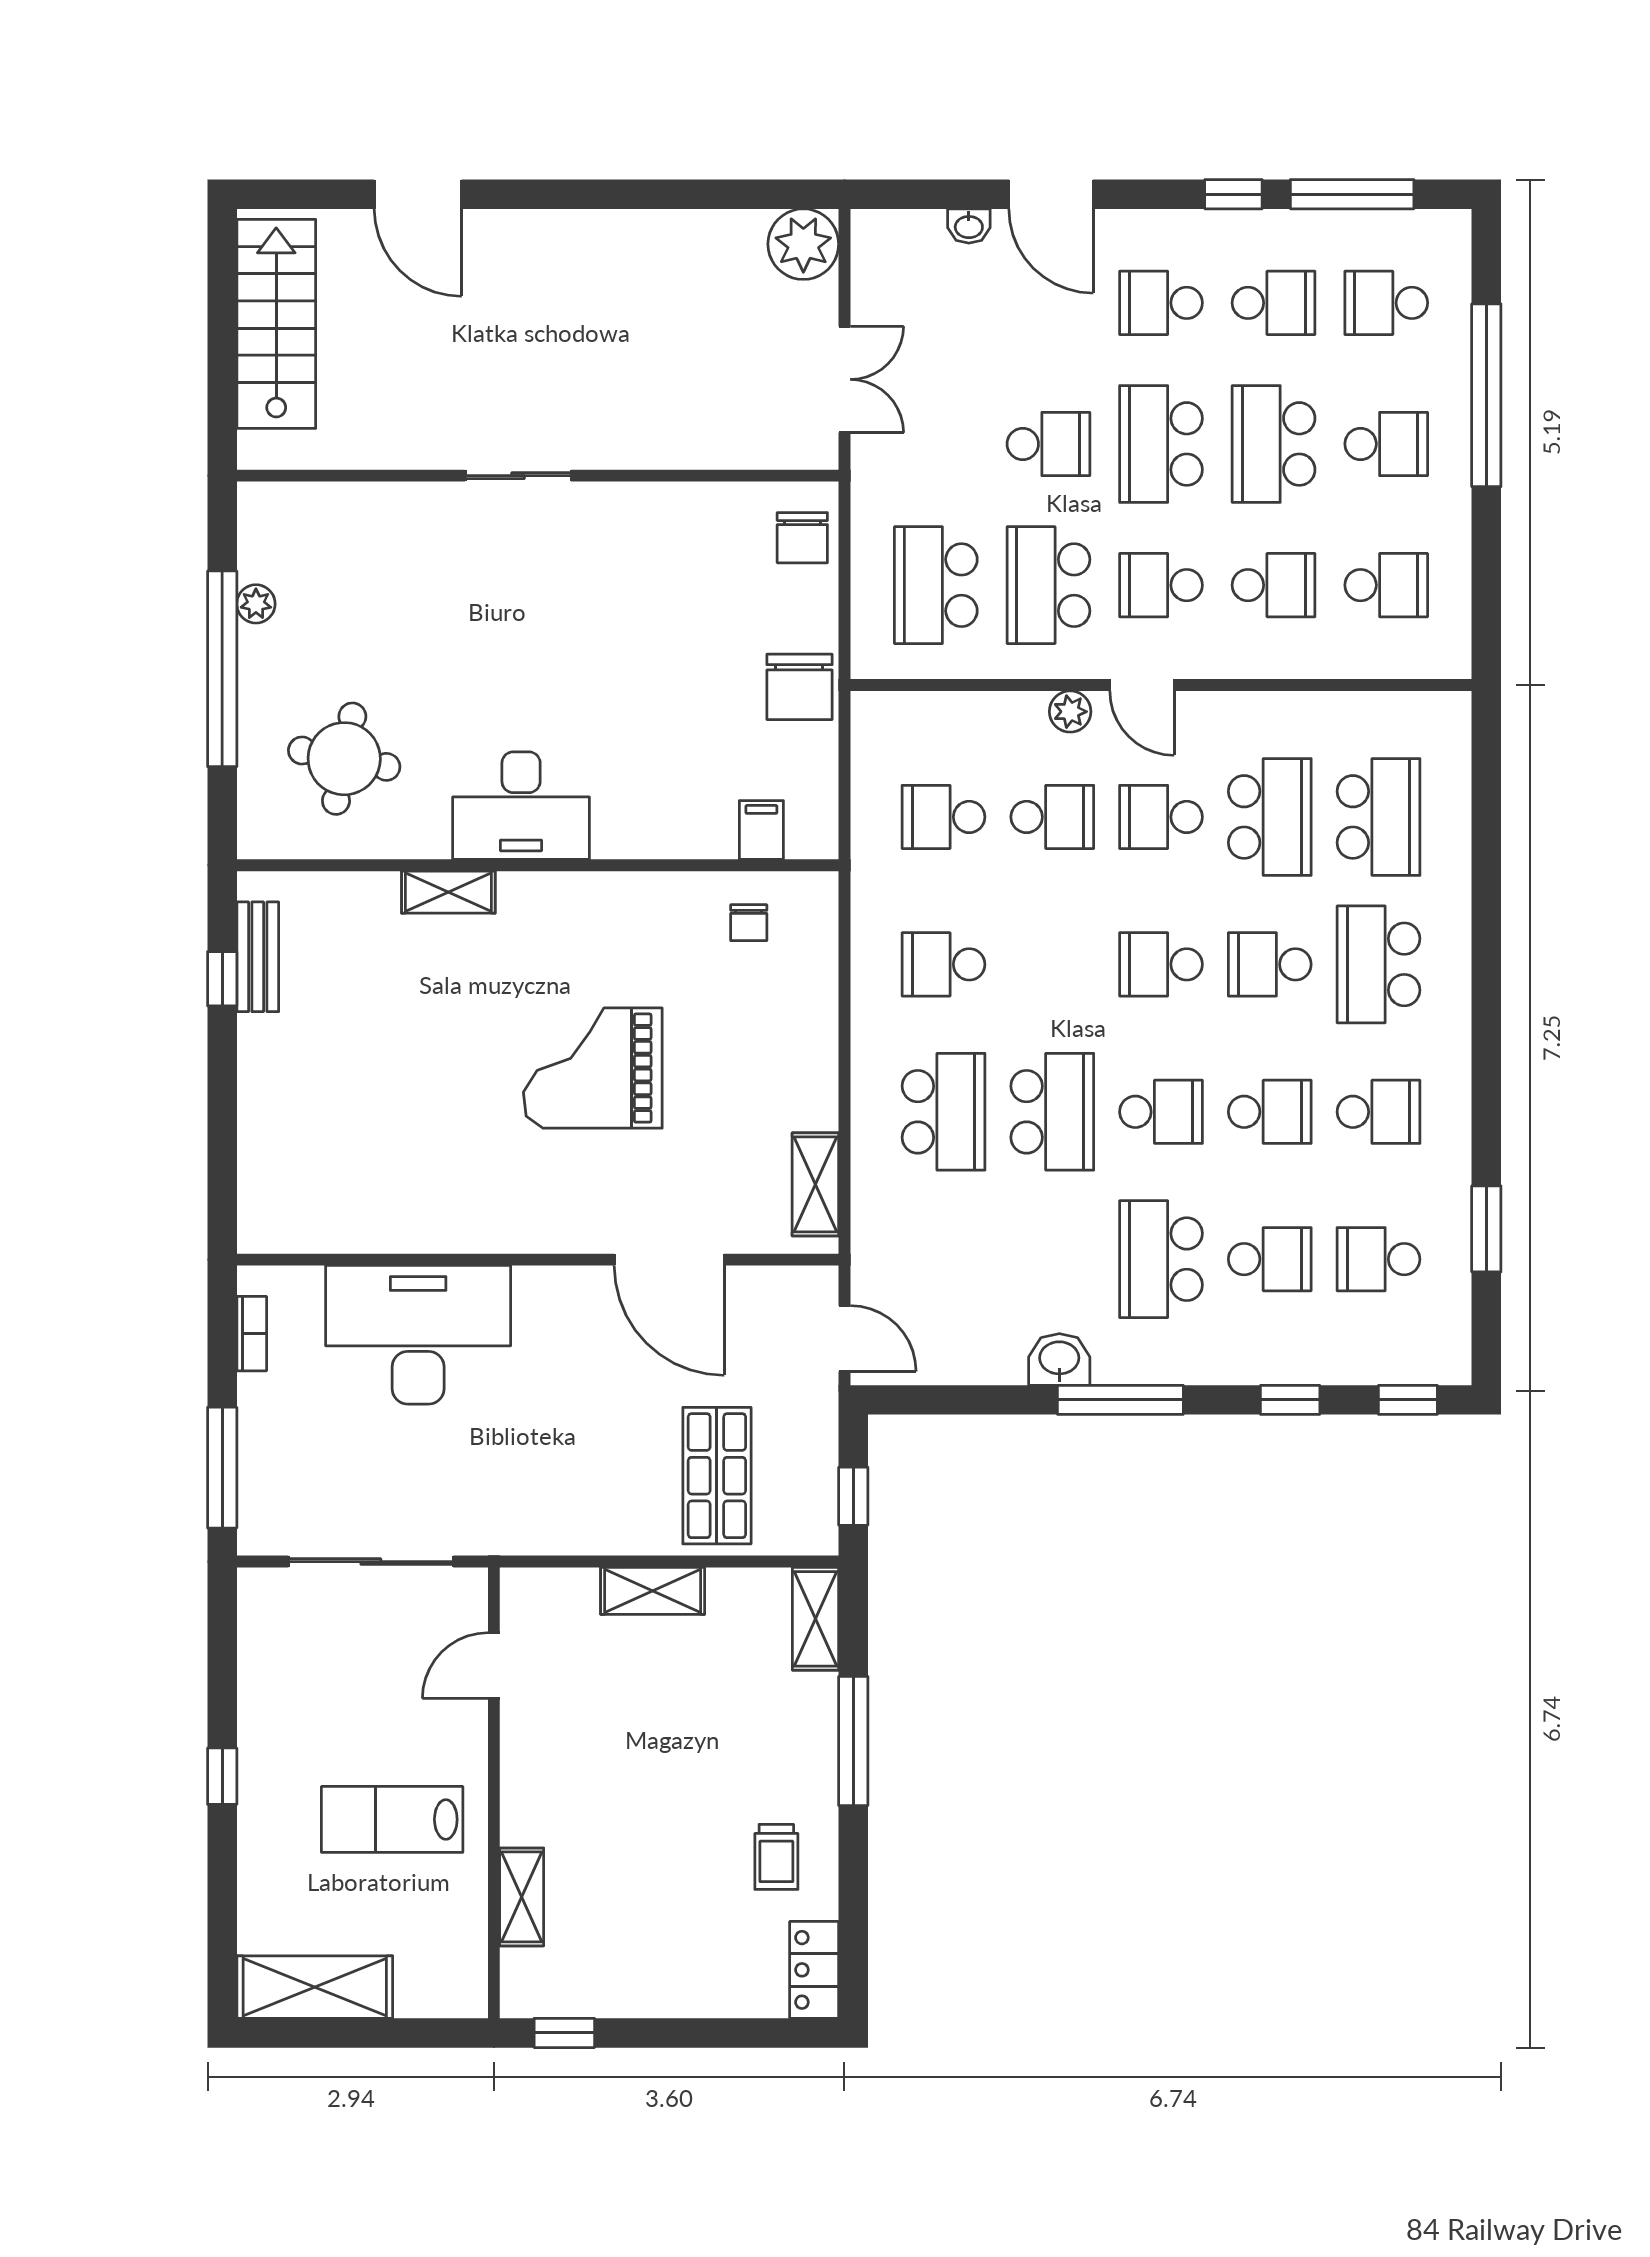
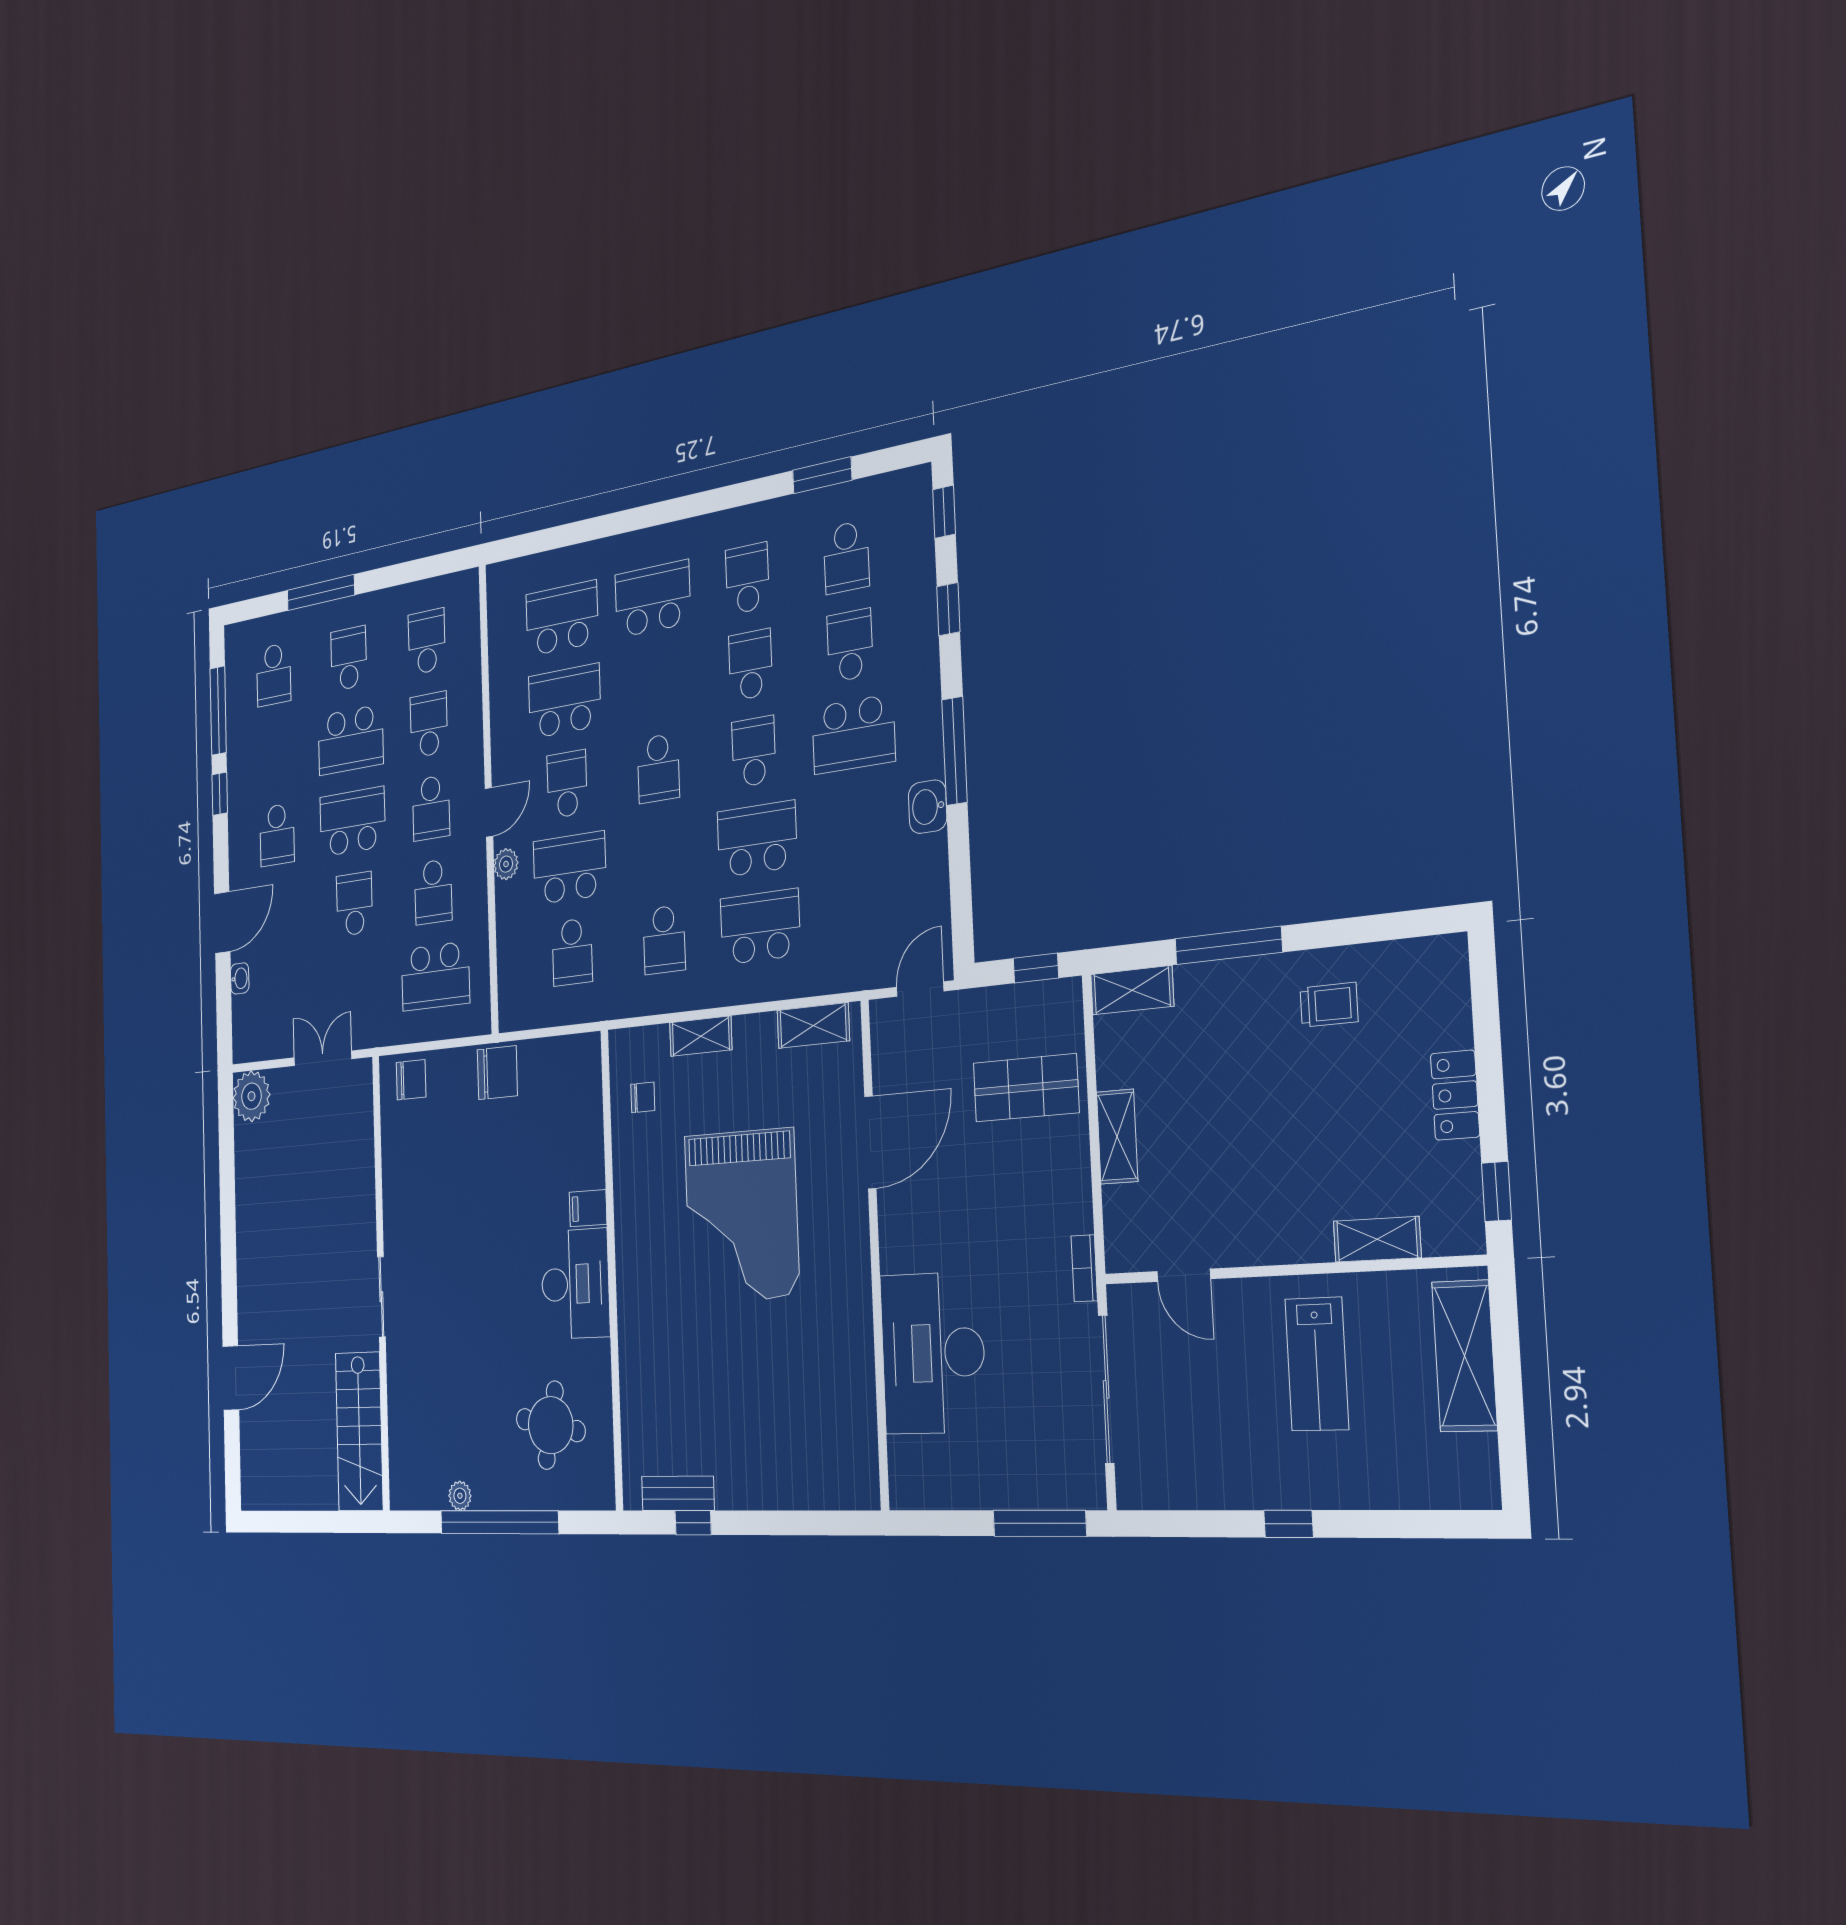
school desk: (1274, 303) -> (275, 755), removed
stairs: (276, 324) -> (359, 1431), moved, turned -90
window: (1486, 395) -> (321, 593), width x0.68
school desk: (1161, 444) -> (353, 822), turned 180
school desk: (1048, 585) -> (433, 892), width x0.54
school desk: (1052, 817) -> (570, 868), width x1.85
school desk: (1161, 817) -> (567, 784), turned 180
filing cabinet: (761, 830) -> (588, 1208), moved
shelving: (448, 892) -> (701, 1036), moved, turned 90
school desk: (1270, 964) -> (655, 683), removed
school desk: (1379, 964) -> (653, 599), turned 180
grand piano: (593, 1068) -> (741, 1216), width x1.37, depth x1.48
bookcase: (252, 1334) -> (1084, 1268), moved, turned -90
locker: (814, 1970) -> (1455, 1095), moved, turned 90
shelving: (315, 1987) -> (1464, 1356), moved

